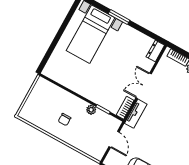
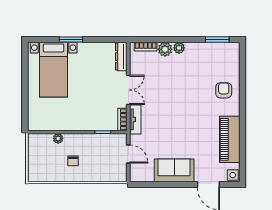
dresser: (155, 51) -> (121, 57), width x1.44
double door: (144, 86) -> (128, 90), swing flipped
plant: (91, 110) -> (58, 139), moved

